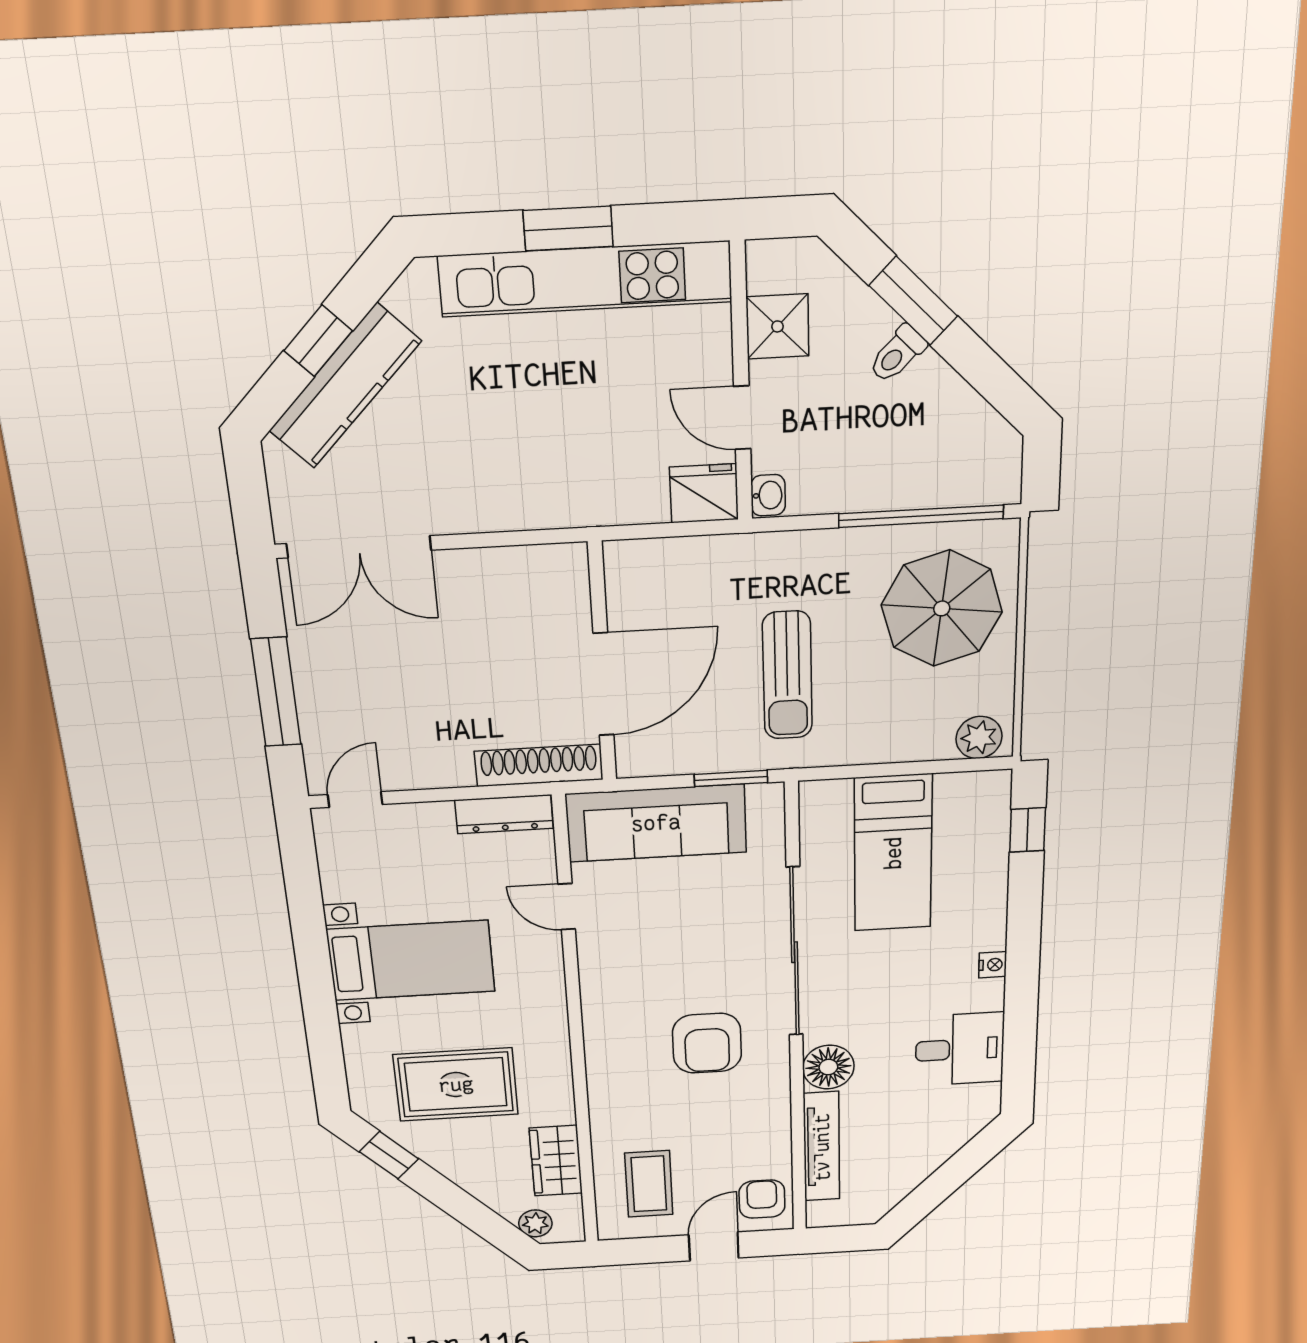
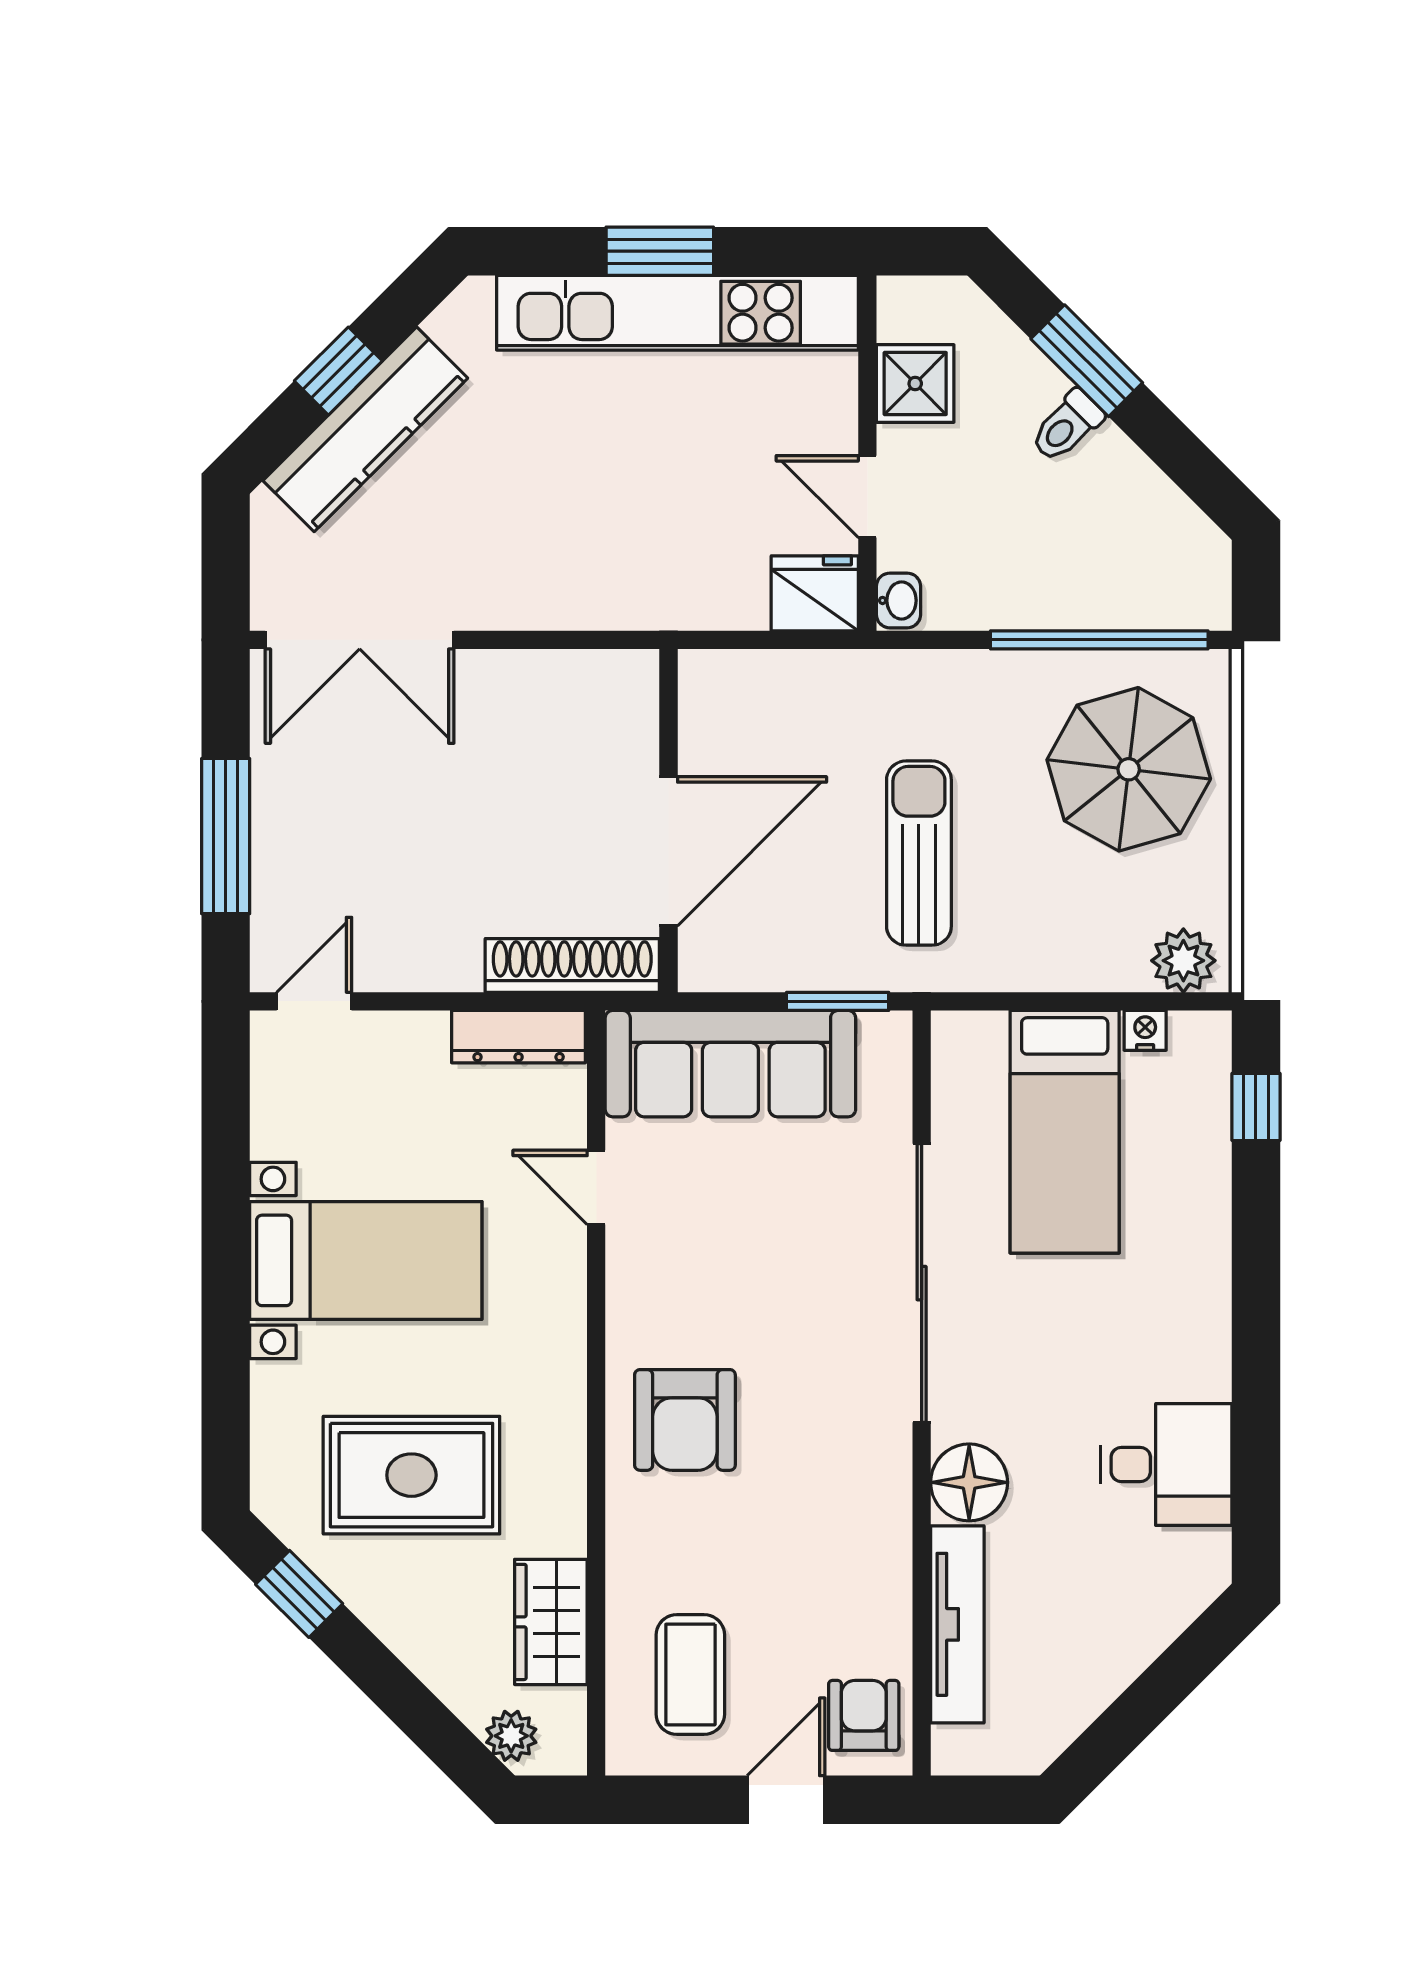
sun lounger: (787, 675) -> (919, 853), turned 180
nightstand: (993, 965) -> (1145, 1030), moved, turned -90
armchair: (707, 1043) -> (685, 1420), moved

